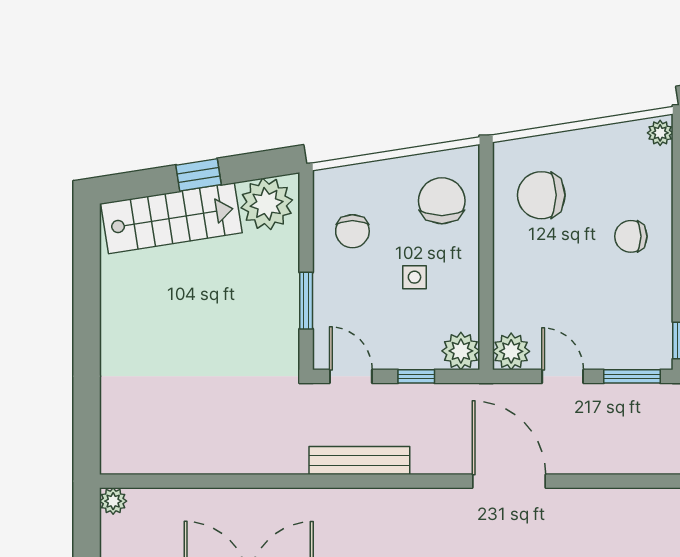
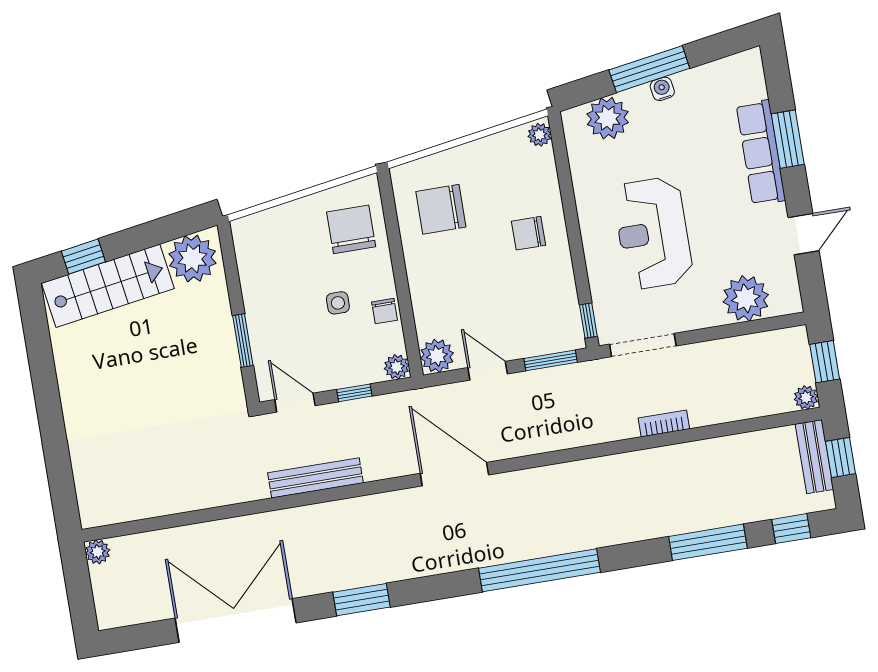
window: (198, 175) -> (83, 256), moved
chair: (352, 231) -> (385, 311), moved, width x0.73, depth x0.73
plant: (461, 351) -> (397, 367), width x0.73, depth x0.73

